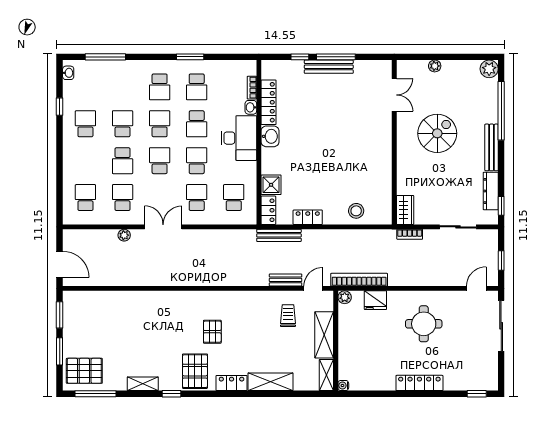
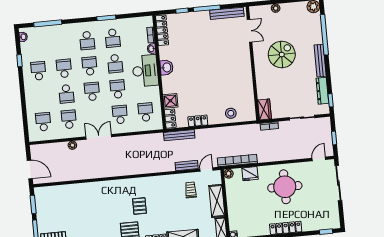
bench: (329, 67) -> (227, 13), moved
locker: (269, 102) -> (162, 30), moved
round table: (424, 324) -> (285, 187), width x1.36, depth x1.36

